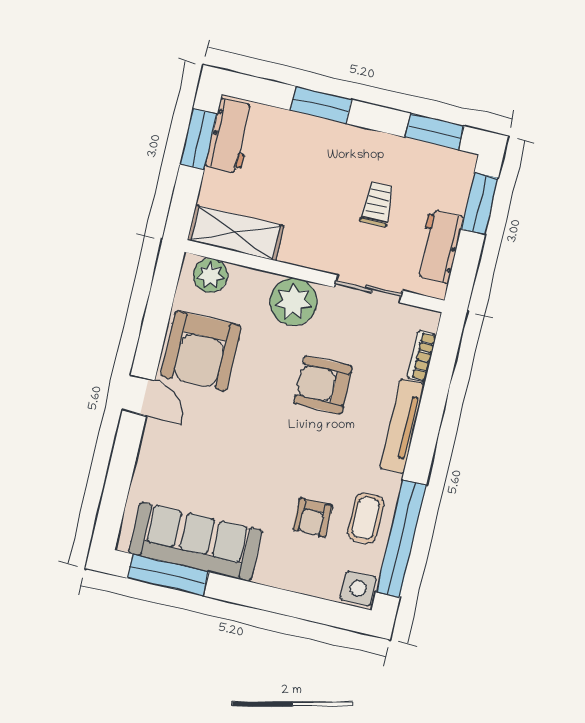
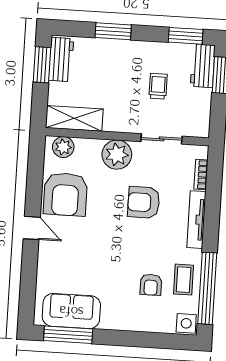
workbench: (439, 246) -> (203, 66), moved
sofa: (195, 542) -> (71, 311), width x0.73

